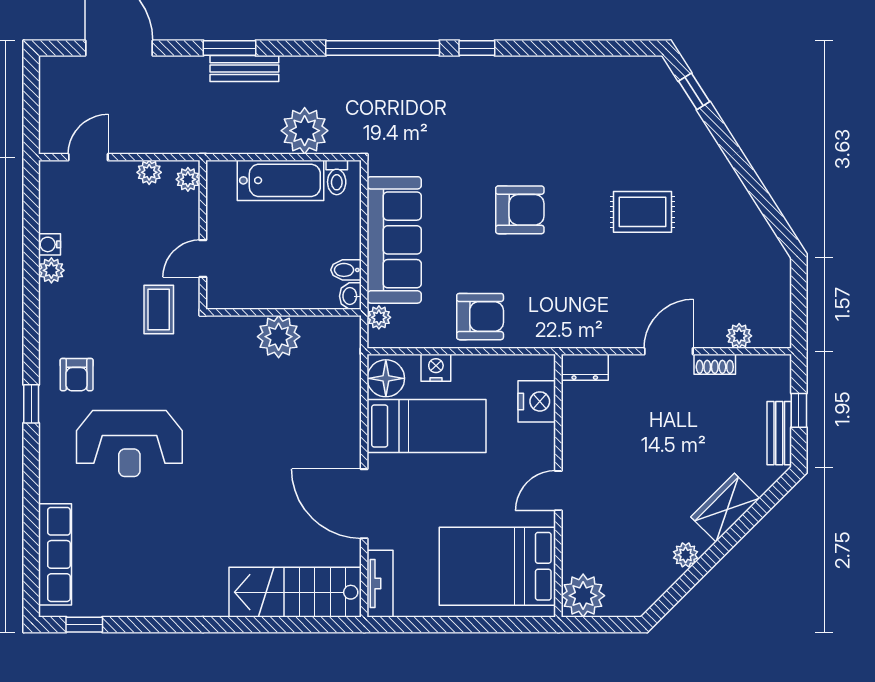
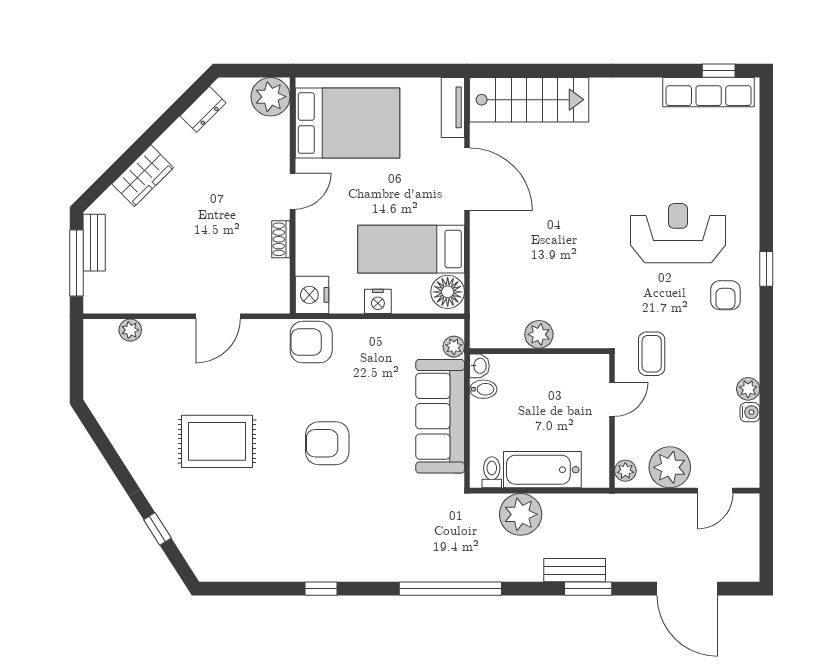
window: (477, 48) -> (321, 589), moved
window: (694, 91) -> (157, 529), moved
plant: (149, 172) -> (670, 467), width x1.88, depth x1.88
rug: (642, 212) -> (217, 441), width x1.36, depth x1.43
armchair: (480, 317) -> (311, 342), moved
plant: (279, 337) -> (539, 334), width x0.73, depth x0.73
door: (669, 351) -> (218, 316), moved
shoe rack: (715, 364) -> (281, 239), moved, turned -90
dresser: (585, 367) -> (203, 109), moved, turned 135
nightstand: (436, 368) -> (378, 301), moved
armchair: (77, 375) -> (725, 295), turned 180
nightstand: (537, 401) -> (312, 295), moved
window: (799, 410) -> (77, 263), width x2.17
row of seats: (55, 554) -> (709, 92), moved, turned -90
plant: (686, 555) -> (178, 133), removed

